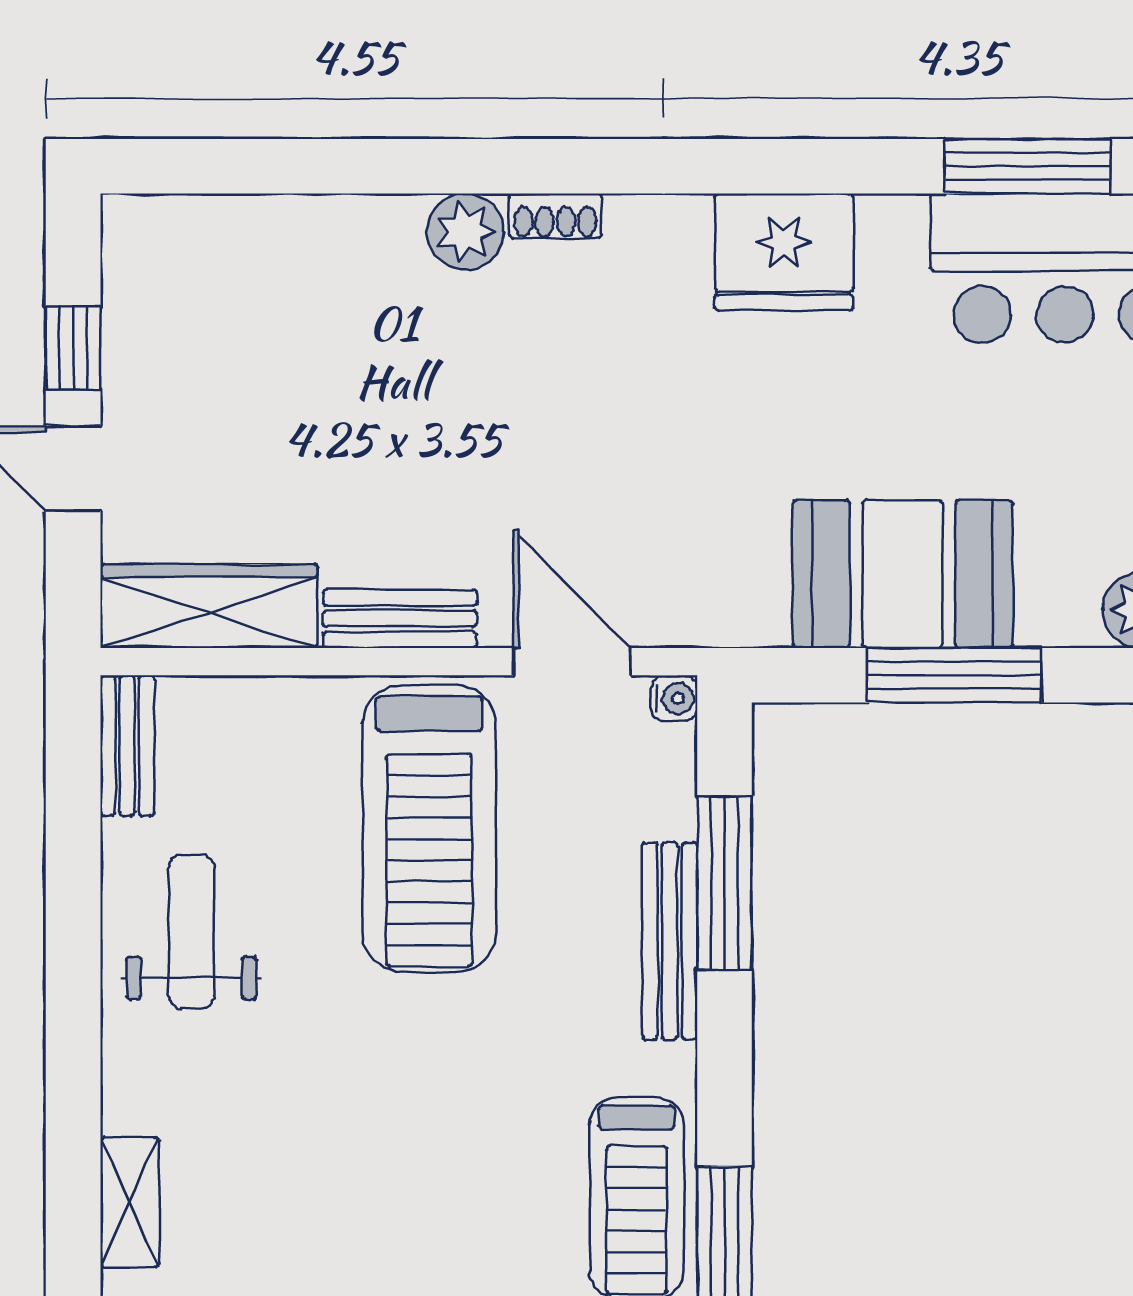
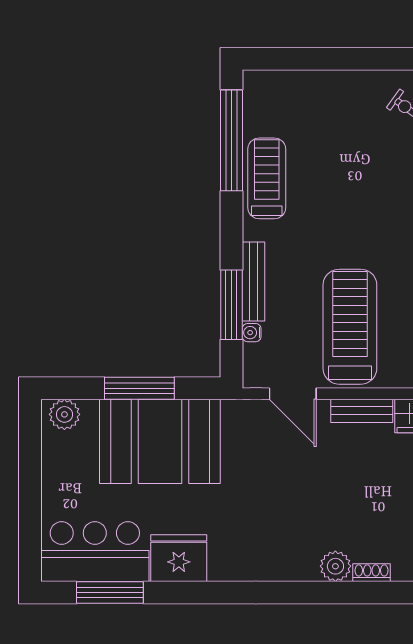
shoe rack: (555, 216) -> (371, 573), moved
fridge: (784, 252) -> (179, 558), moved
booth: (903, 574) -> (160, 441), width x1.36, depth x1.42
water cooler: (674, 698) -> (252, 333), moved

